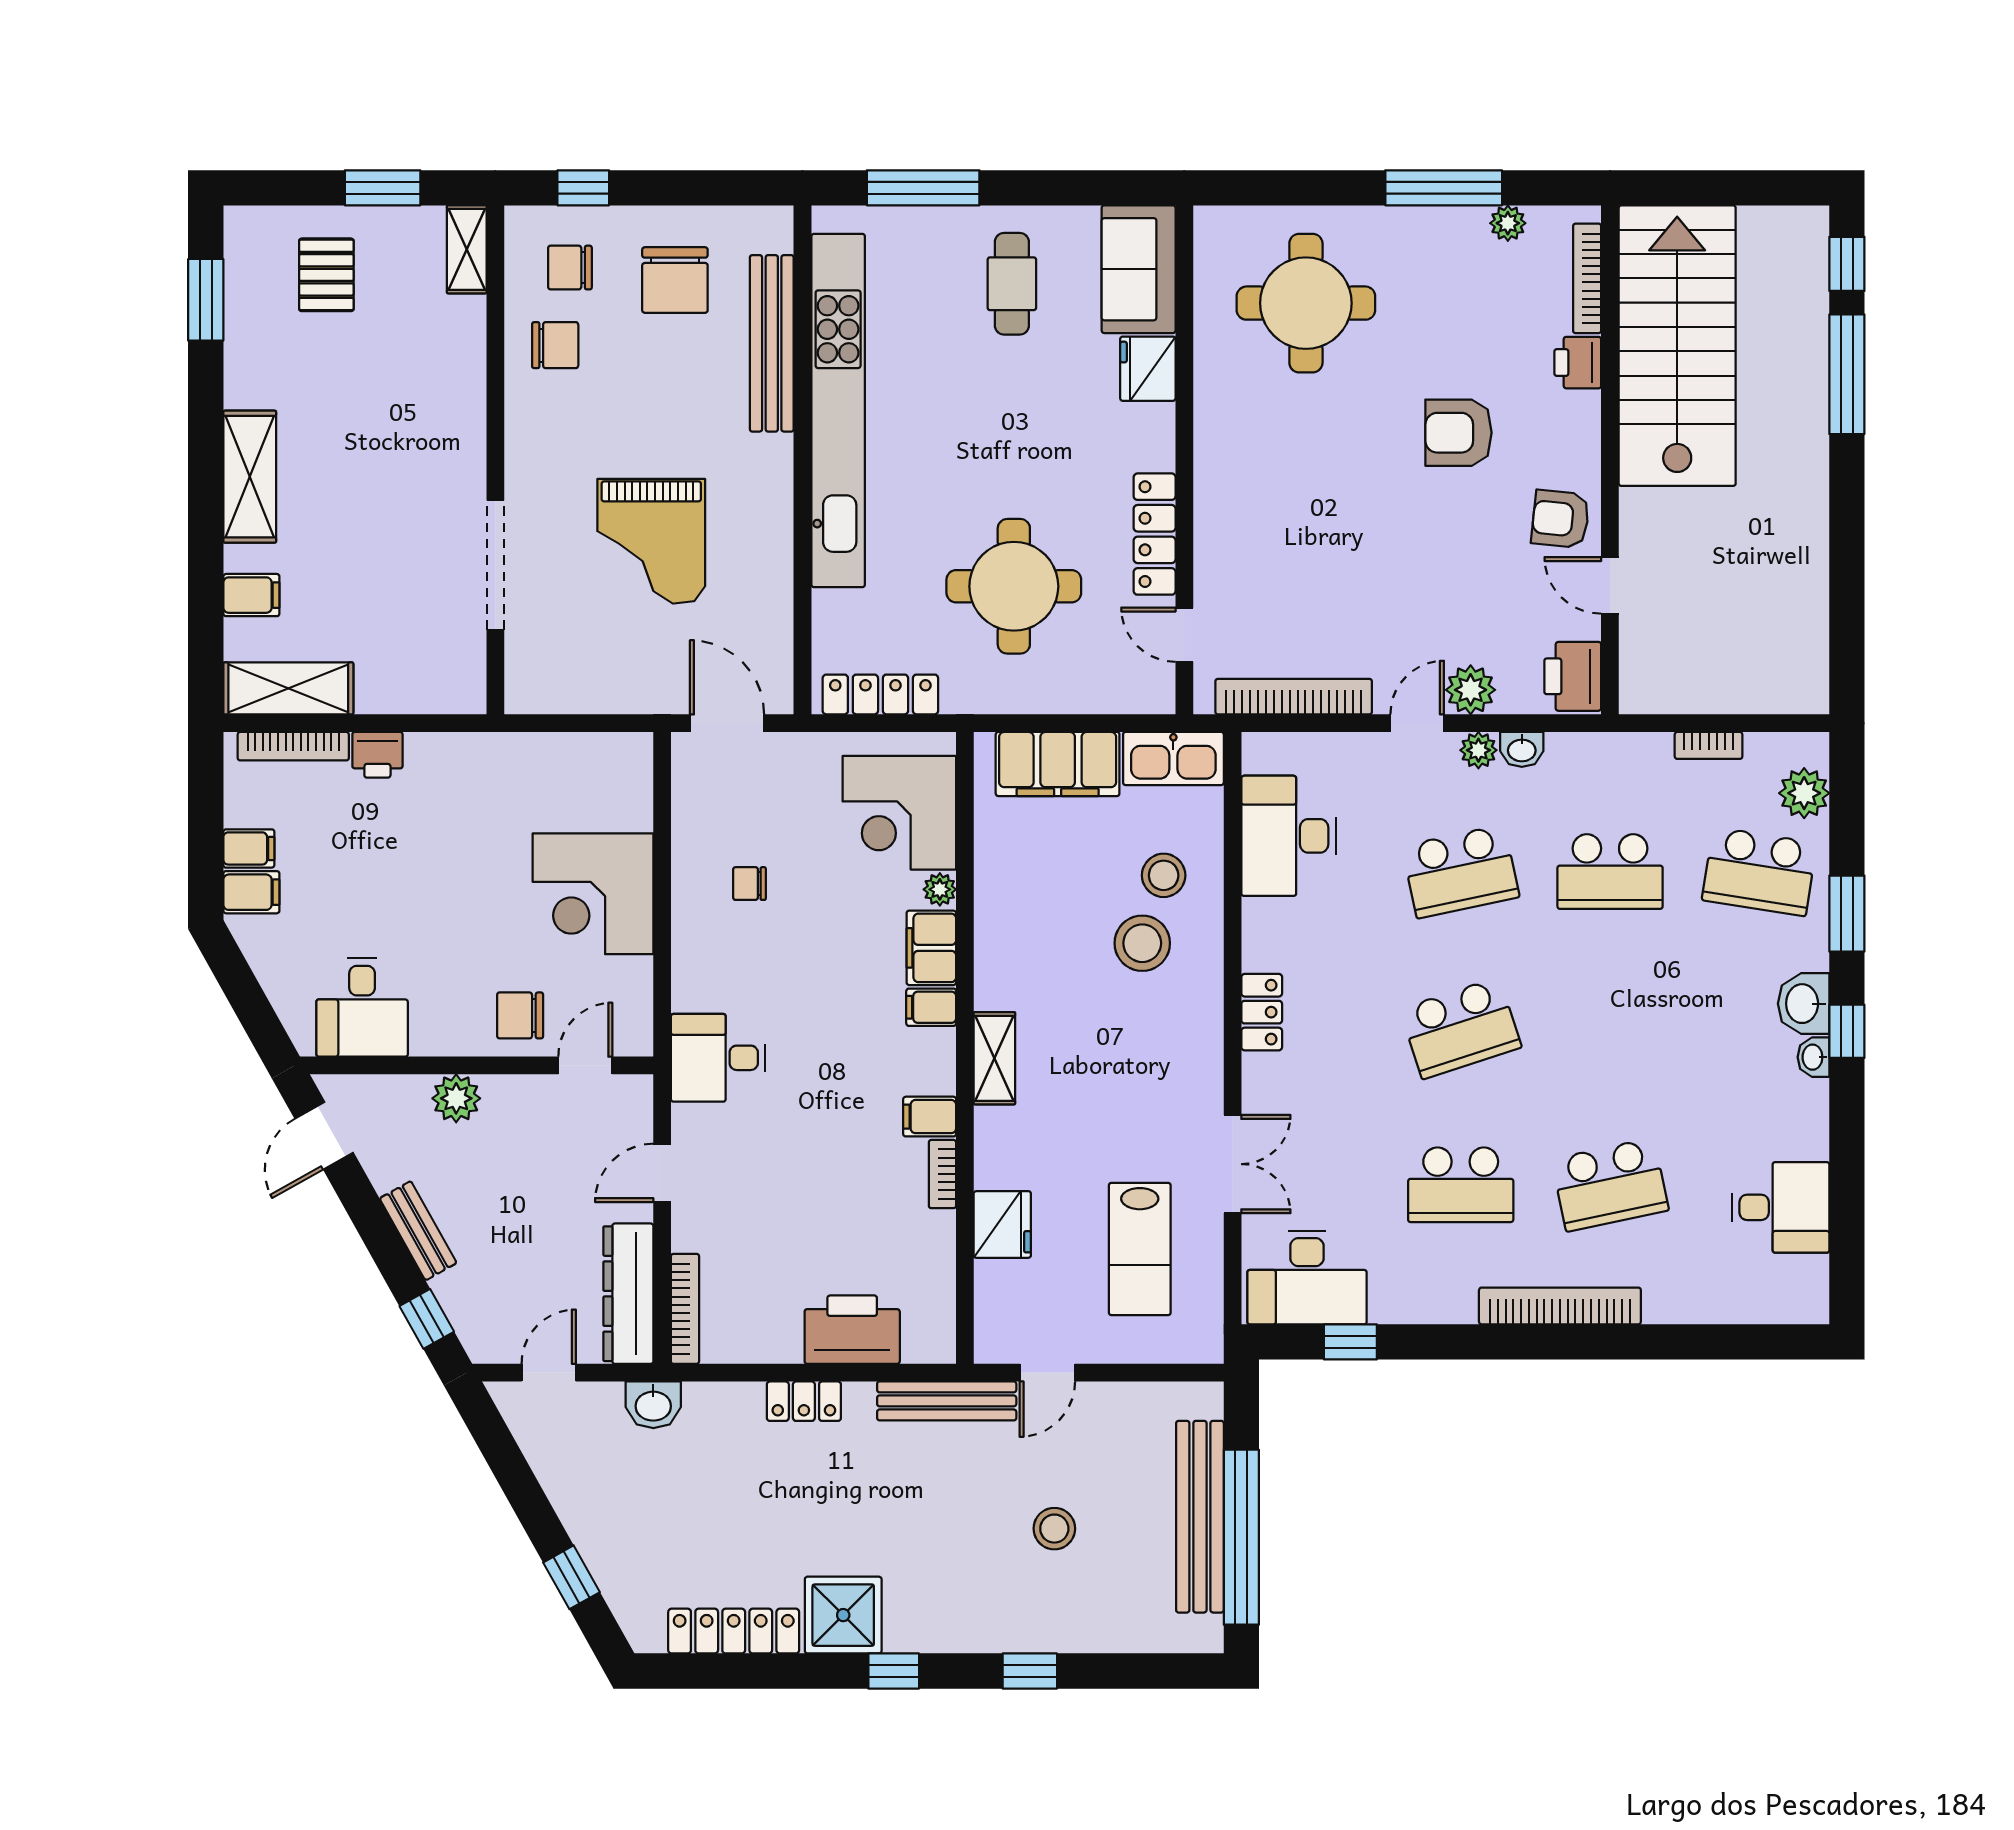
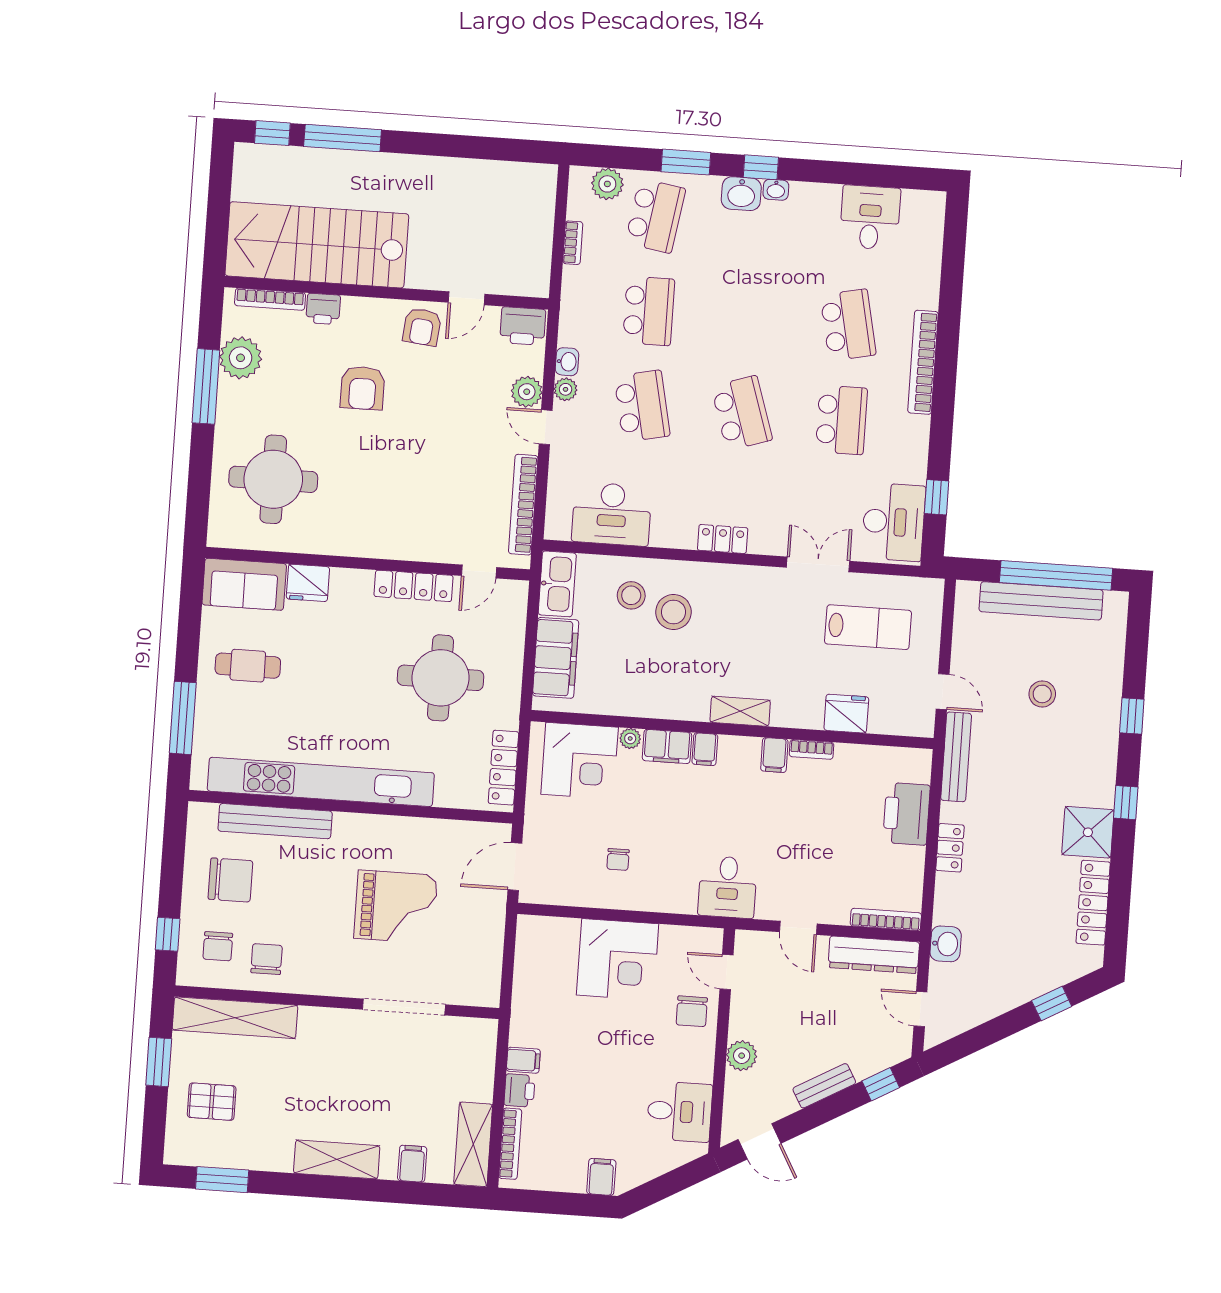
plant: (1508, 223) -> (241, 358), width x1.88, depth x1.88
shelving: (467, 249) -> (235, 1018), width x2.20, depth x1.33
filing cabinet: (249, 848) -> (523, 1060), moved, turned 90

